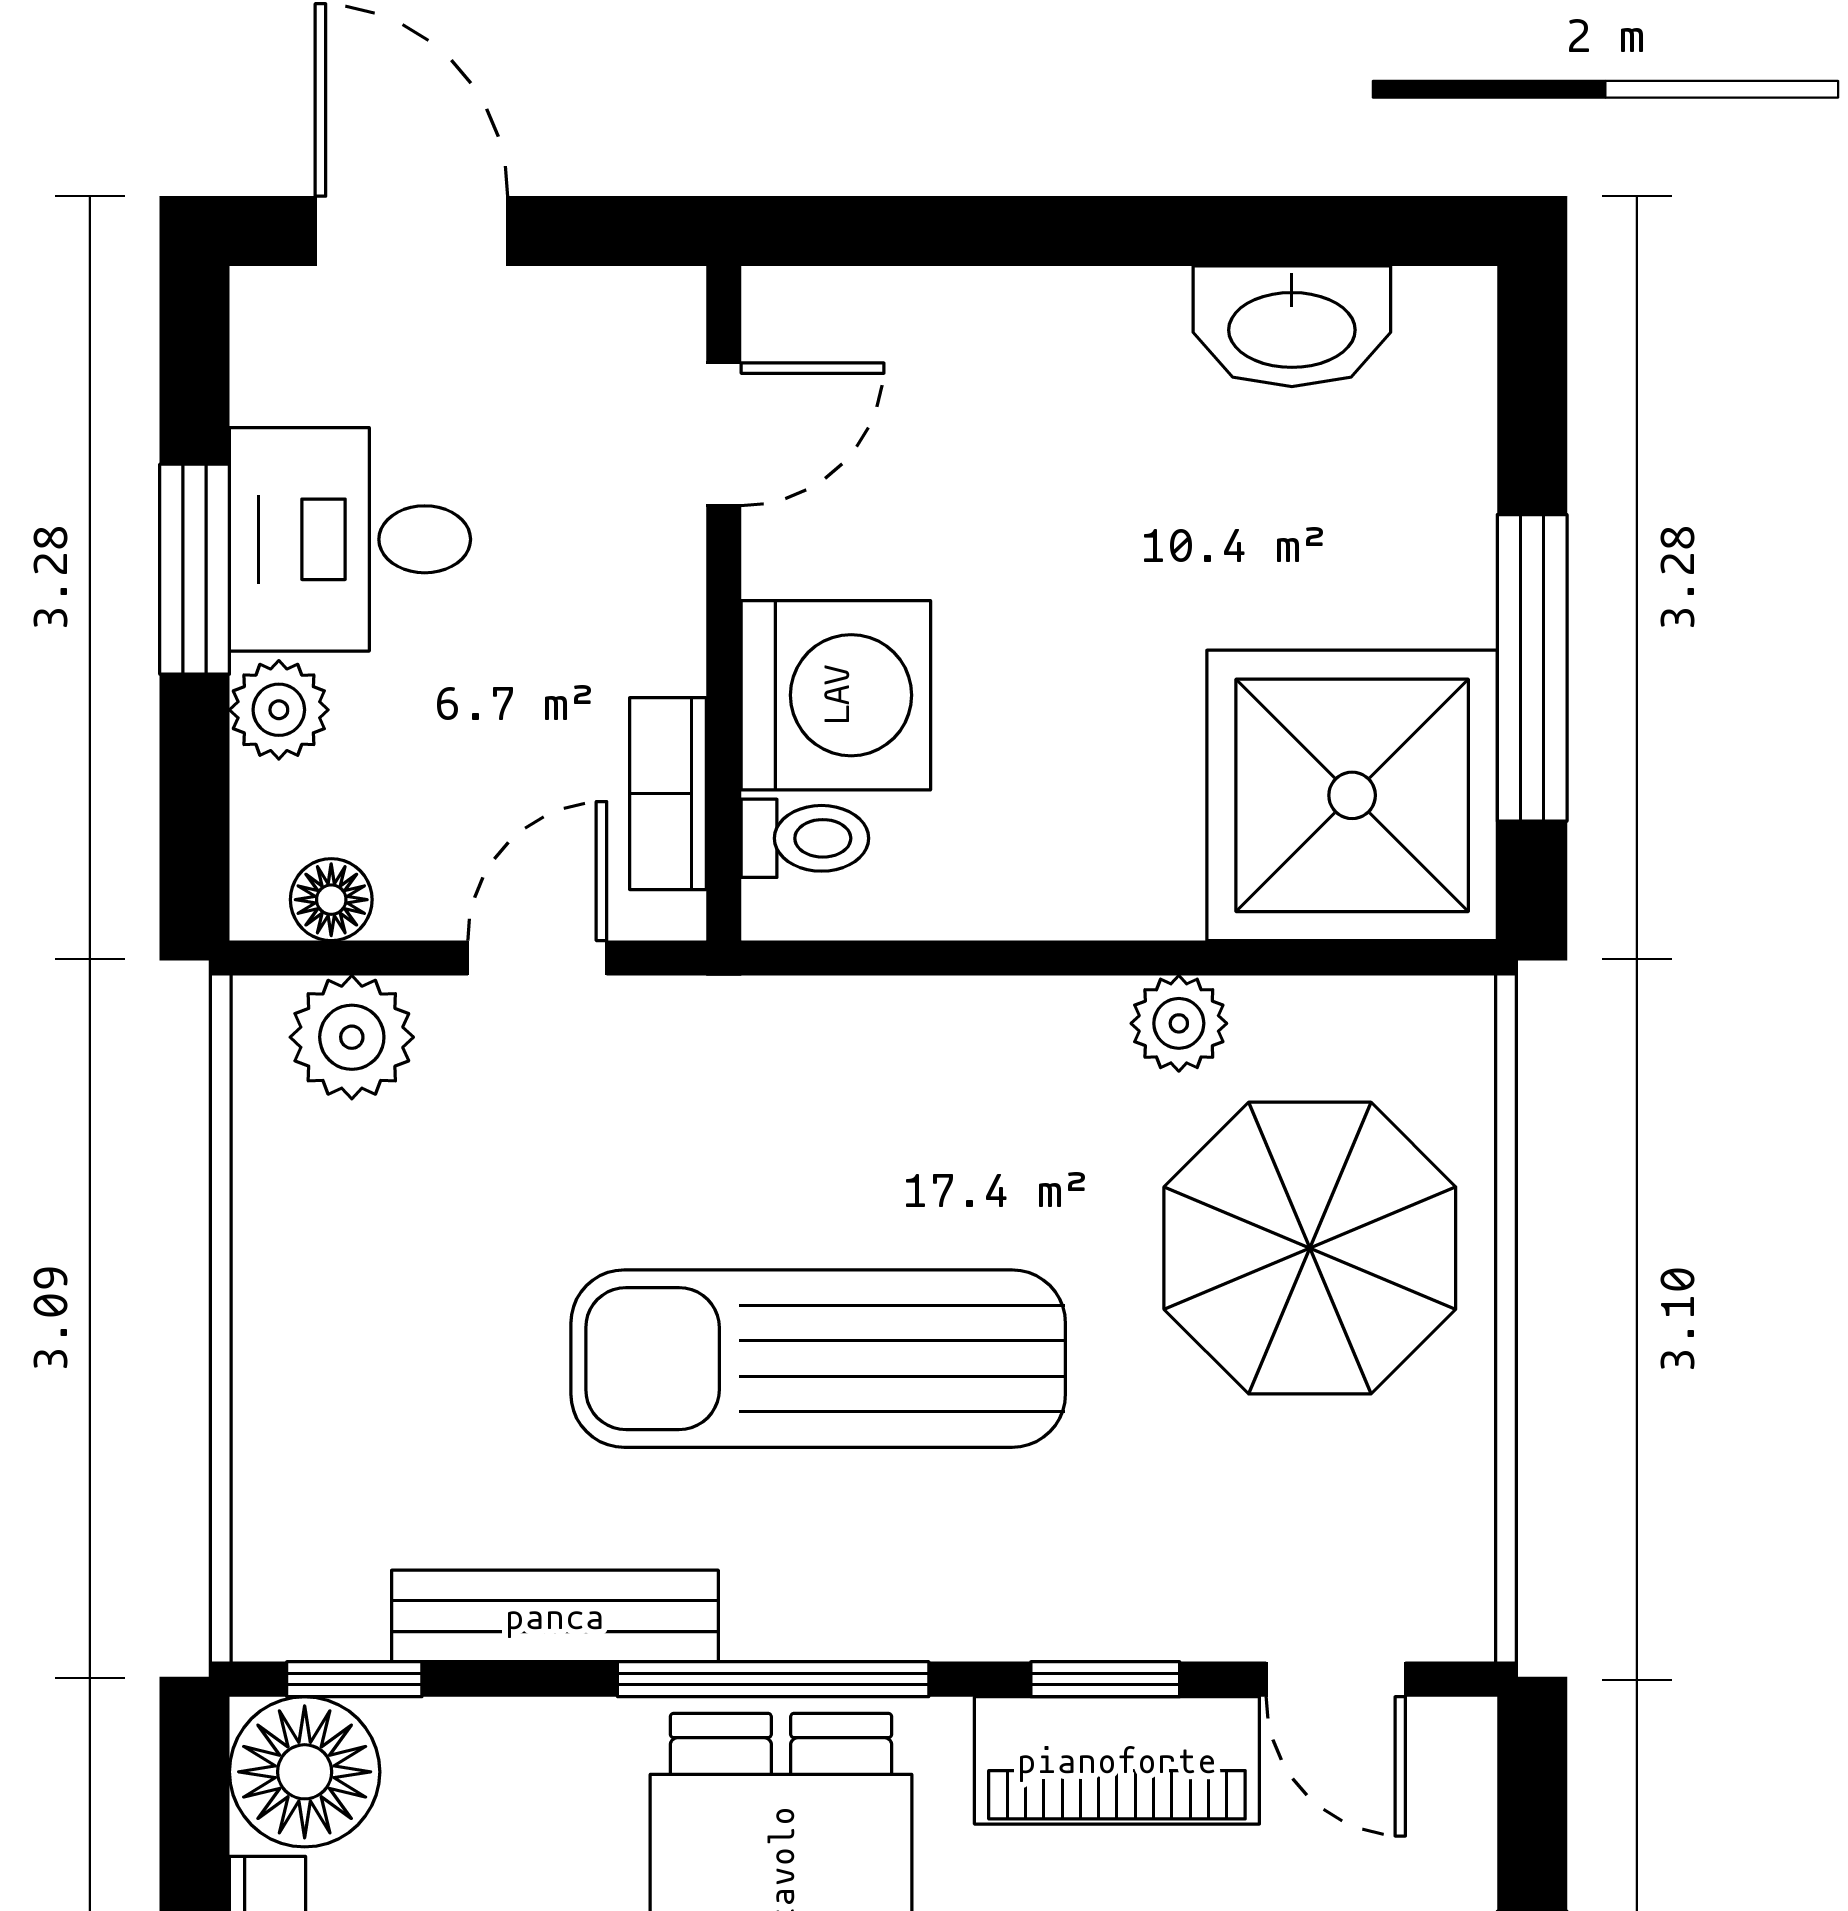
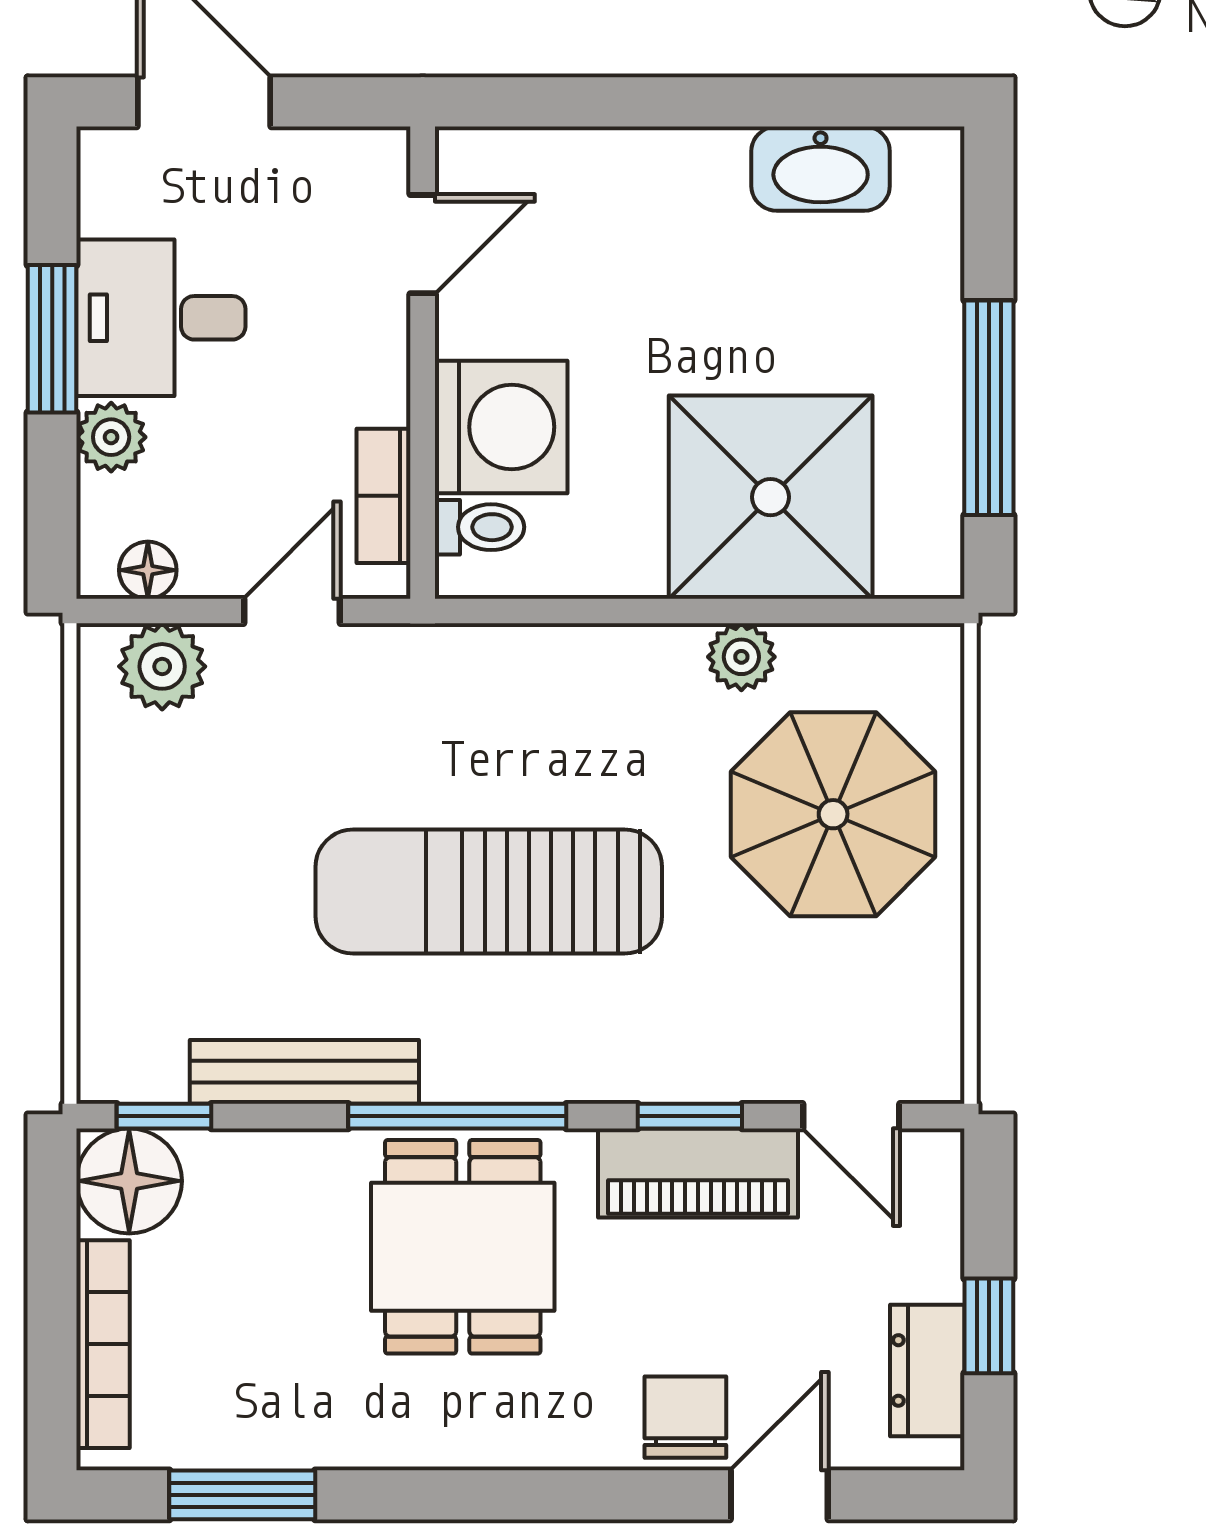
shower: (1352, 795) -> (771, 497), moved

